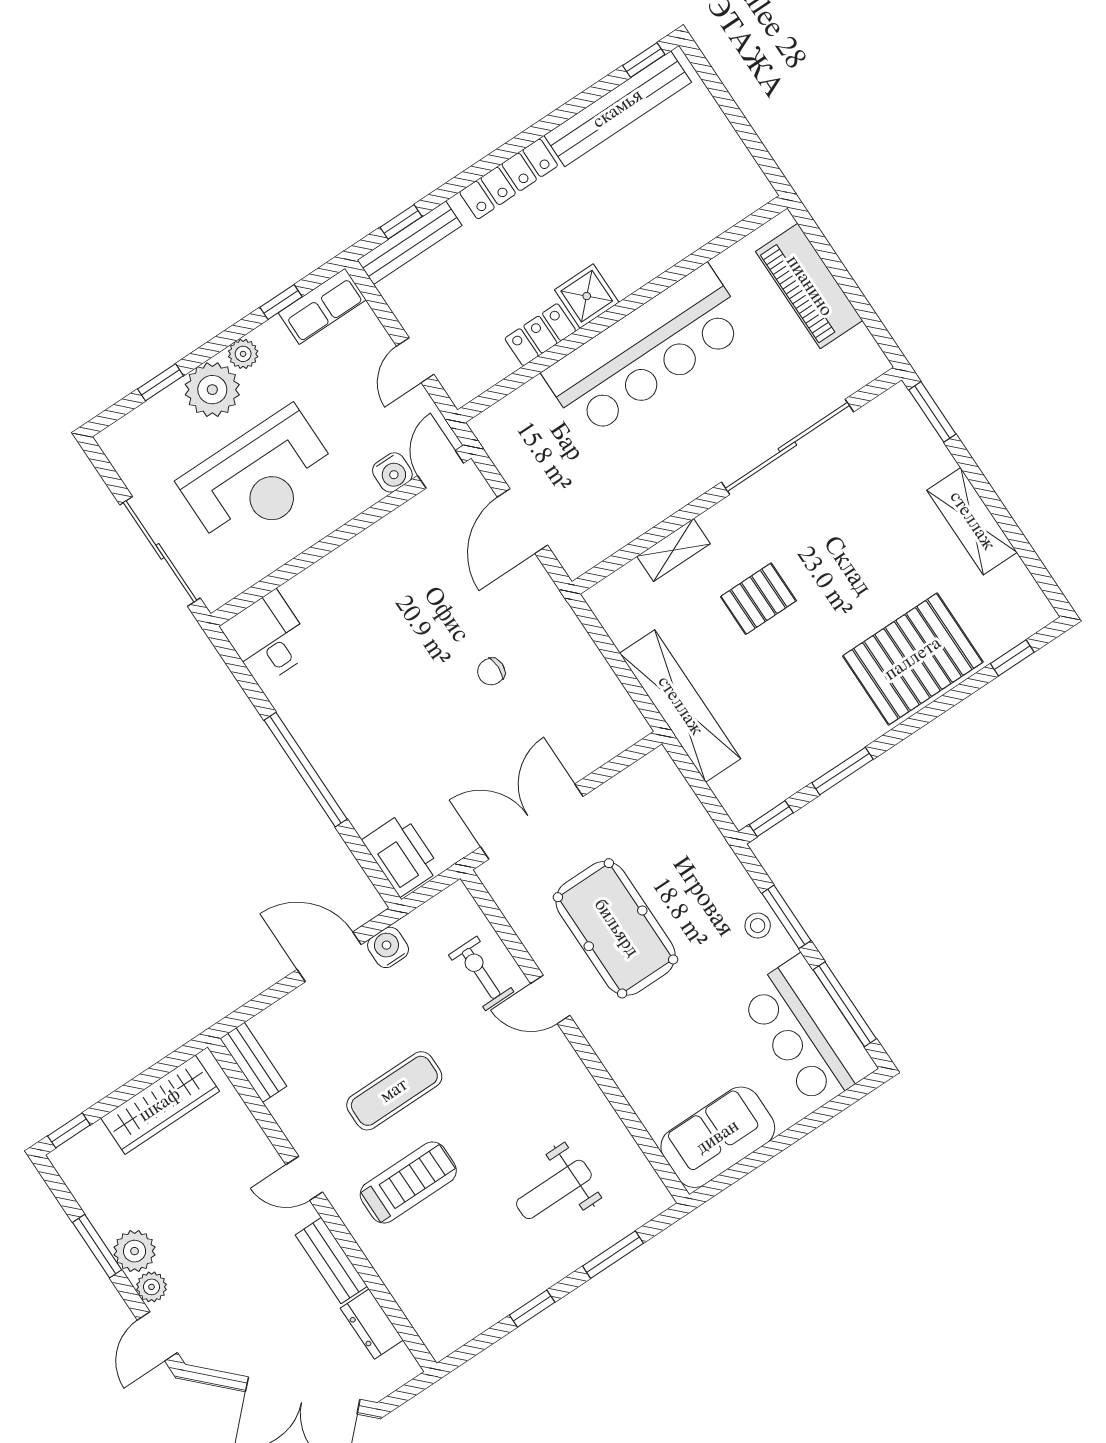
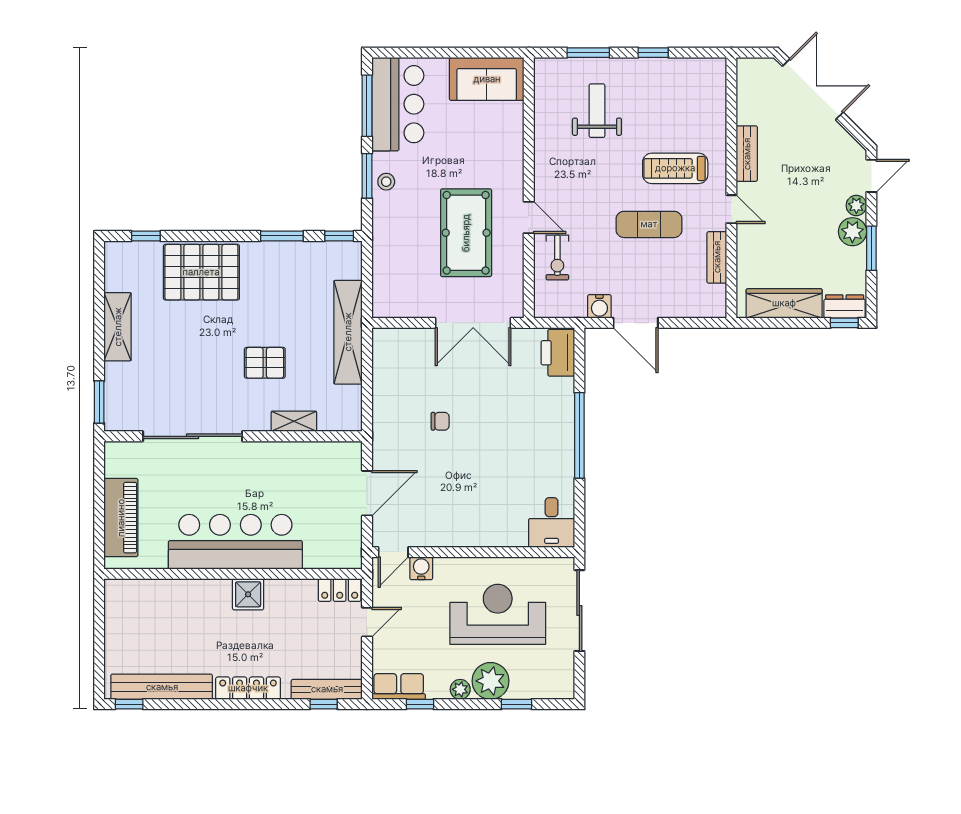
locker: (540, 335) -> (340, 590), moved
bench: (253, 1062) -> (717, 257), moved
weight bench: (554, 1189) -> (597, 111), turned -90
dresser: (372, 1324) -> (845, 306), moved, turned -90

